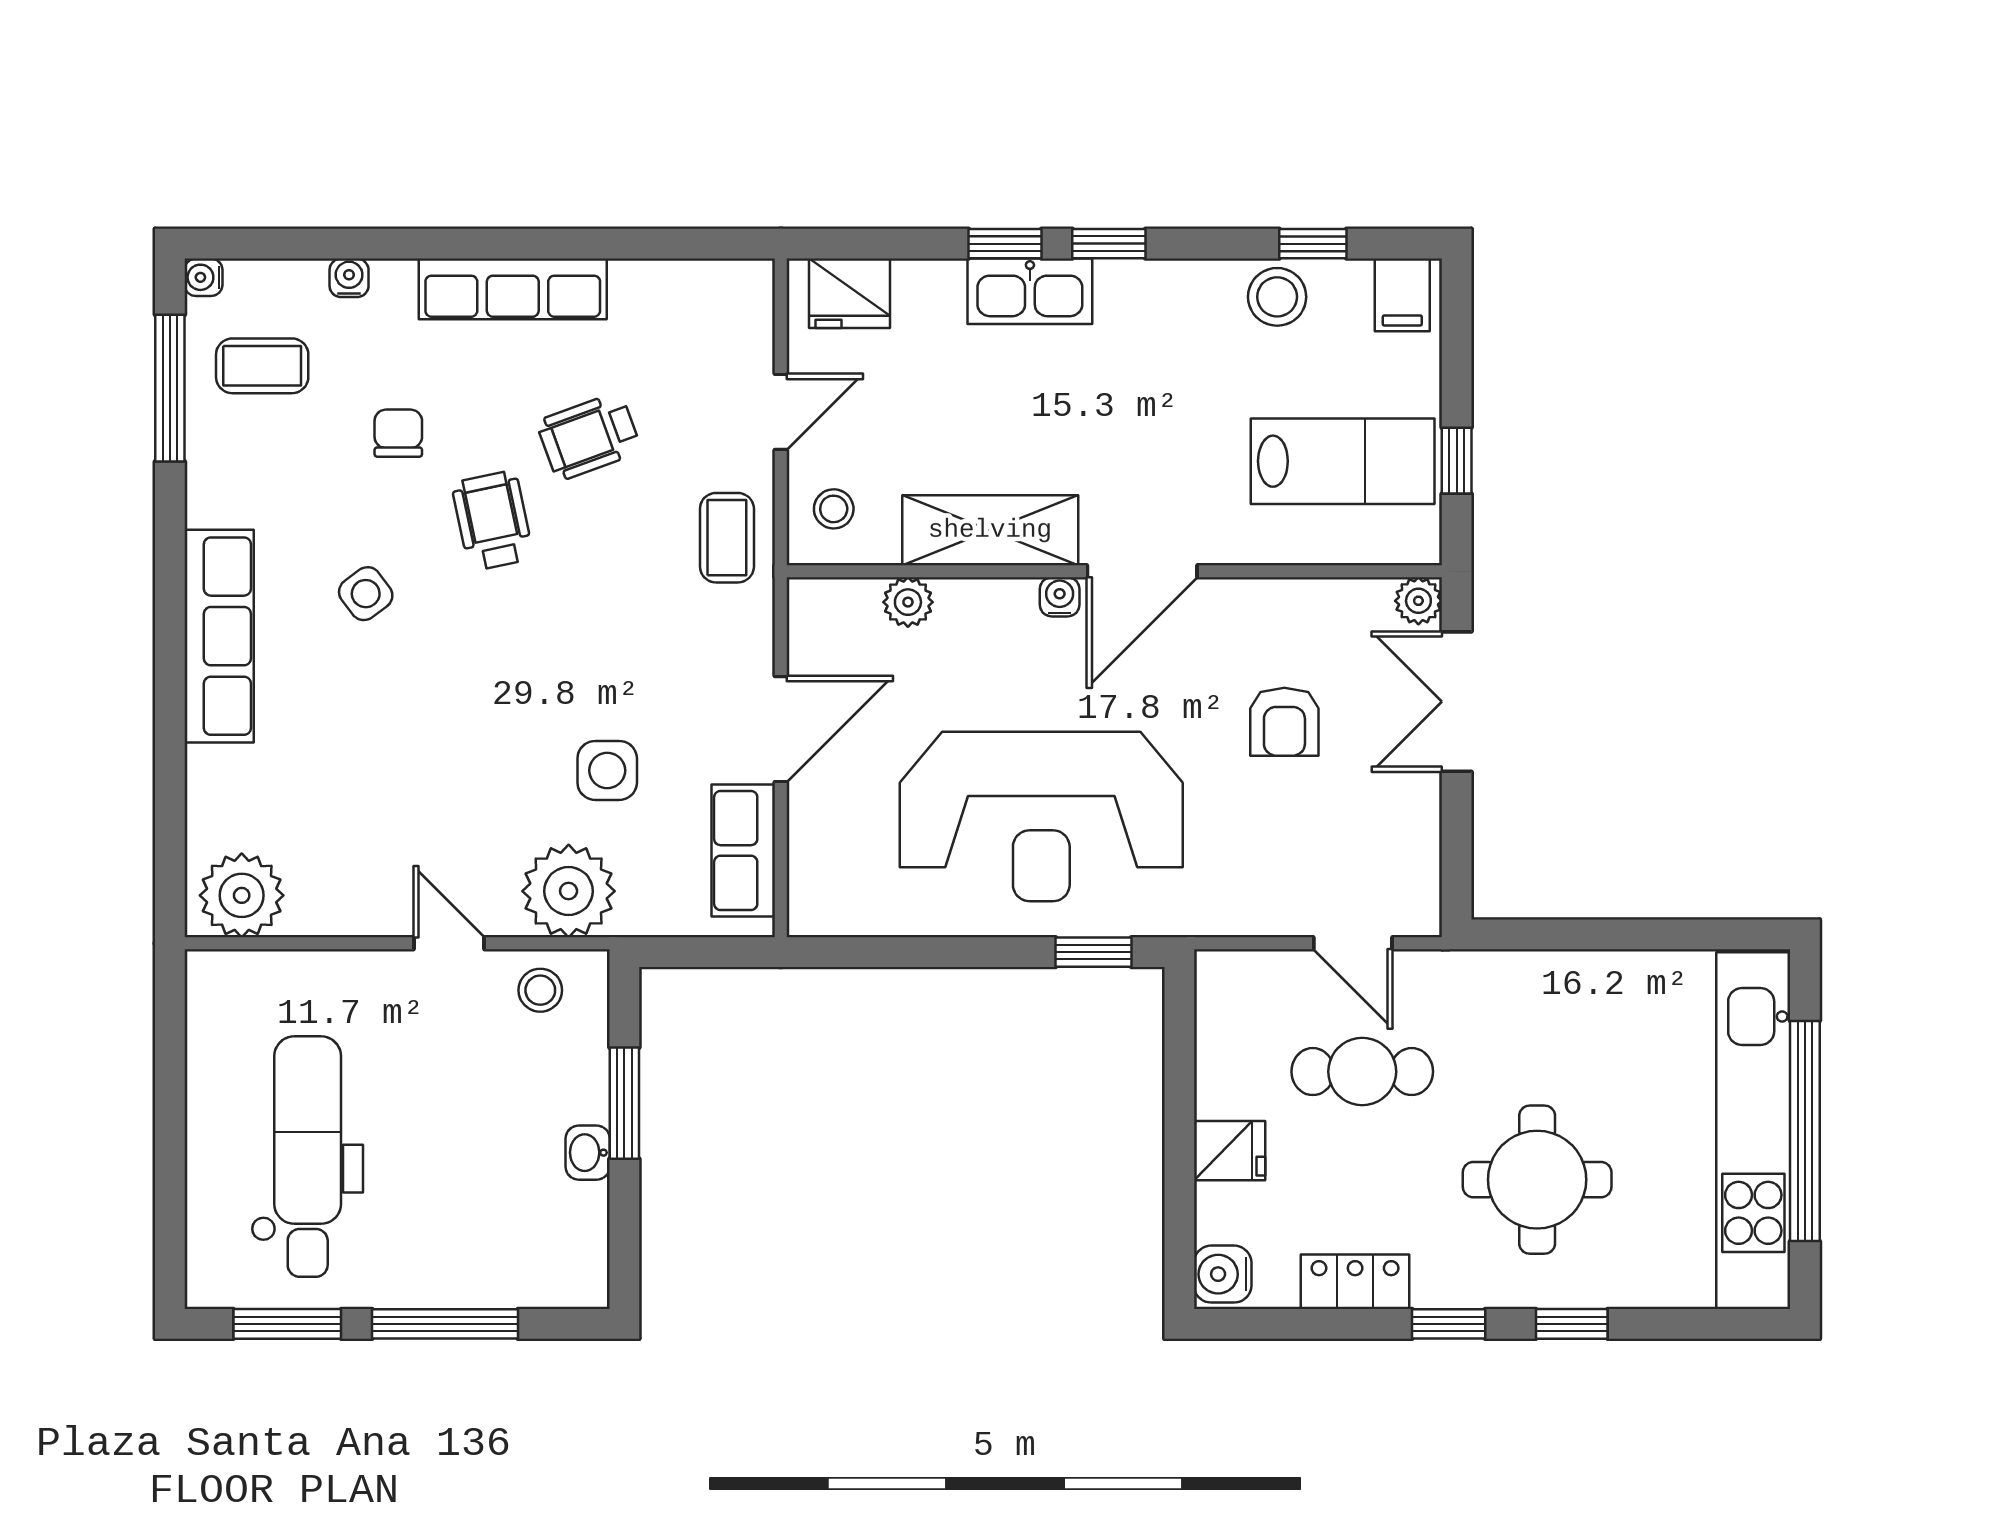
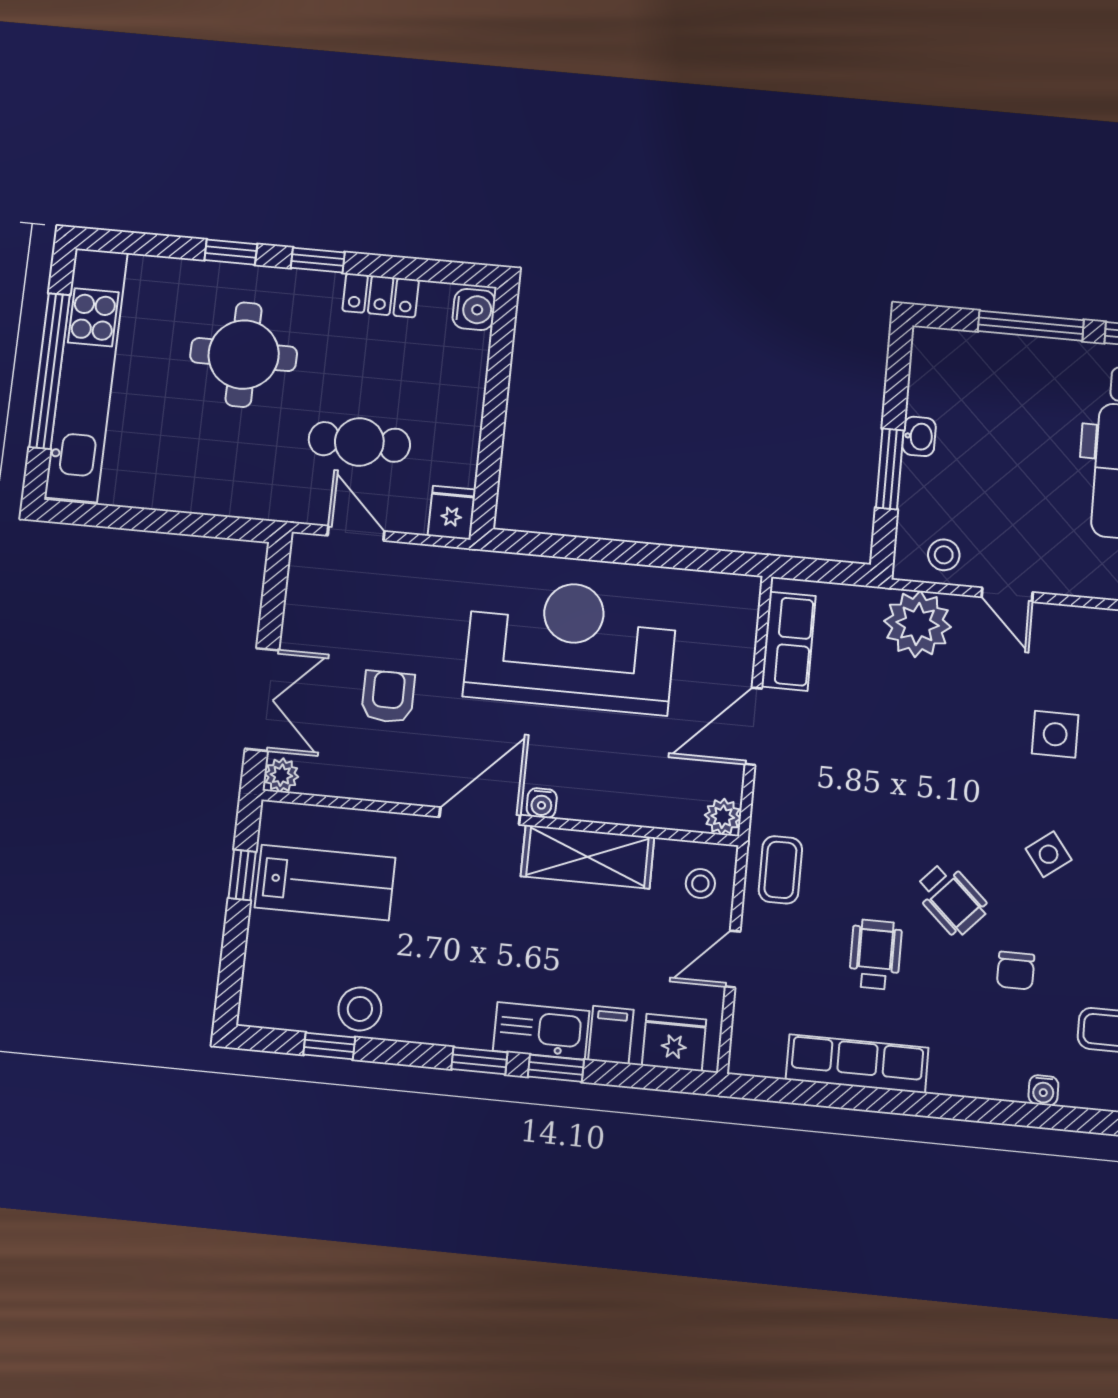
row of seats: (513, 289) -> (857, 1064), moved
filing cabinet: (1402, 295) -> (611, 1035), moved
wheelchair: (589, 436) -> (875, 954), turned -70
lab bench: (1343, 461) -> (325, 883), turned 180
wheelchair: (493, 521) -> (951, 899), turned -35
plant: (908, 602) -> (723, 817), moved
side table: (607, 770) -> (1055, 734), moved
window: (1094, 952) -> (543, 545), removed
fridge: (1230, 1151) -> (452, 513), moved, turned 90

